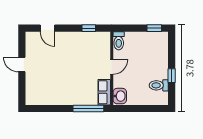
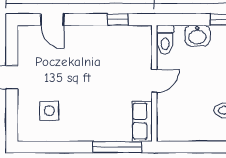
side table: (46, 86) -> (49, 111), added
washbasin: (120, 96) -> (197, 36), moved, turned 90

